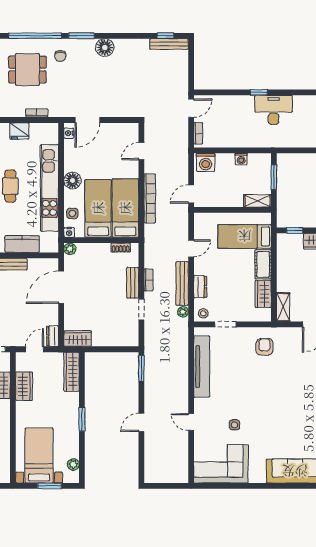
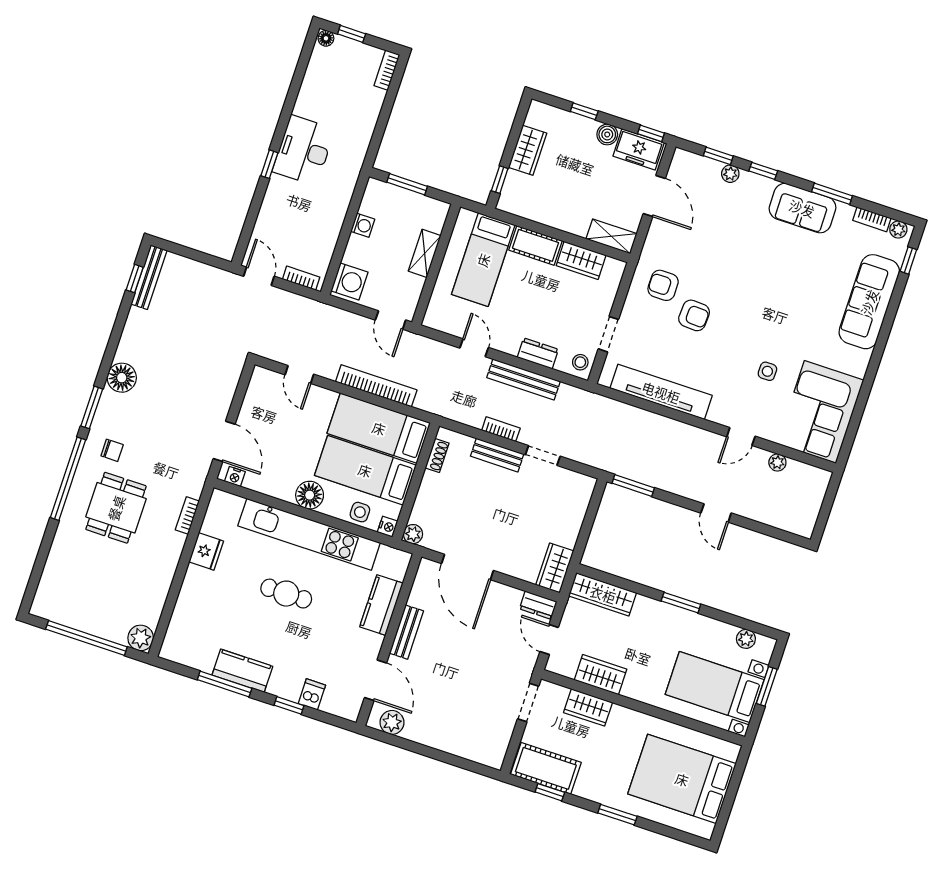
shelving: (257, 201) -> (425, 253), moved
plant: (183, 312) -> (777, 462), moved
armchair: (253, 371) -> (694, 315), added

